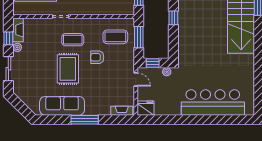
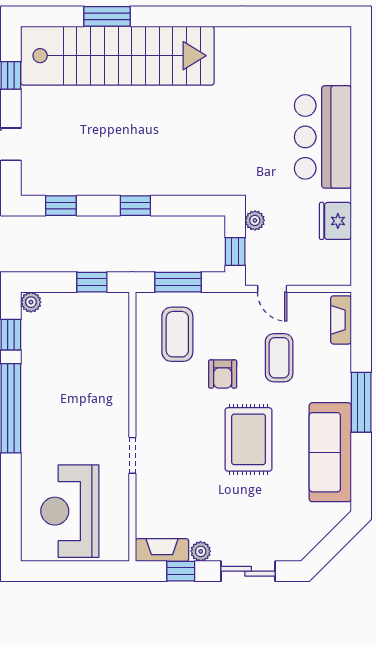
coffee table: (73, 40) -> (279, 358), moved
rug: (68, 69) -> (249, 439), turned 90
door: (136, 80) -> (272, 289), swing flipped
bar counter: (213, 102) -> (323, 137), width x0.73
fridge: (145, 108) -> (335, 221), moved

